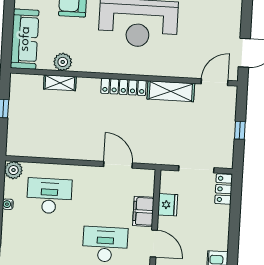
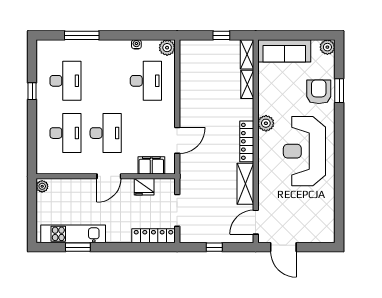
plant: (63, 62) -> (266, 123), moved
shelving: (26, 81) -> (247, 54), added
door: (215, 82) -> (256, 222), swing flipped
locker: (224, 189) -> (153, 236), width x1.53
filing cabinet: (143, 211) -> (151, 165), moved

